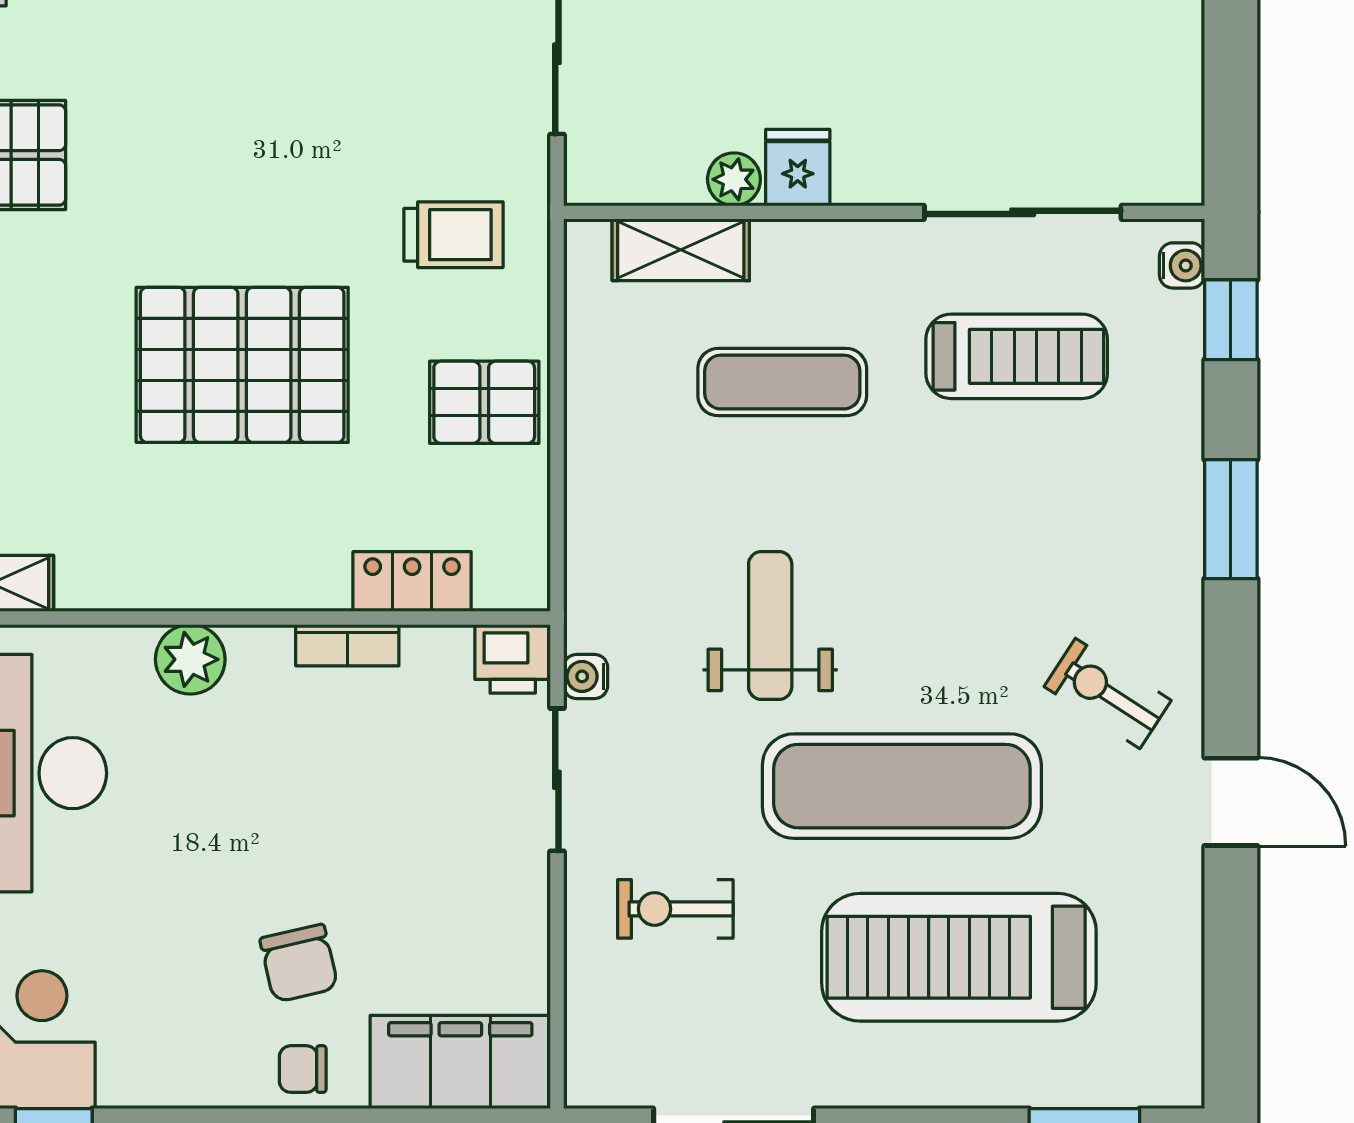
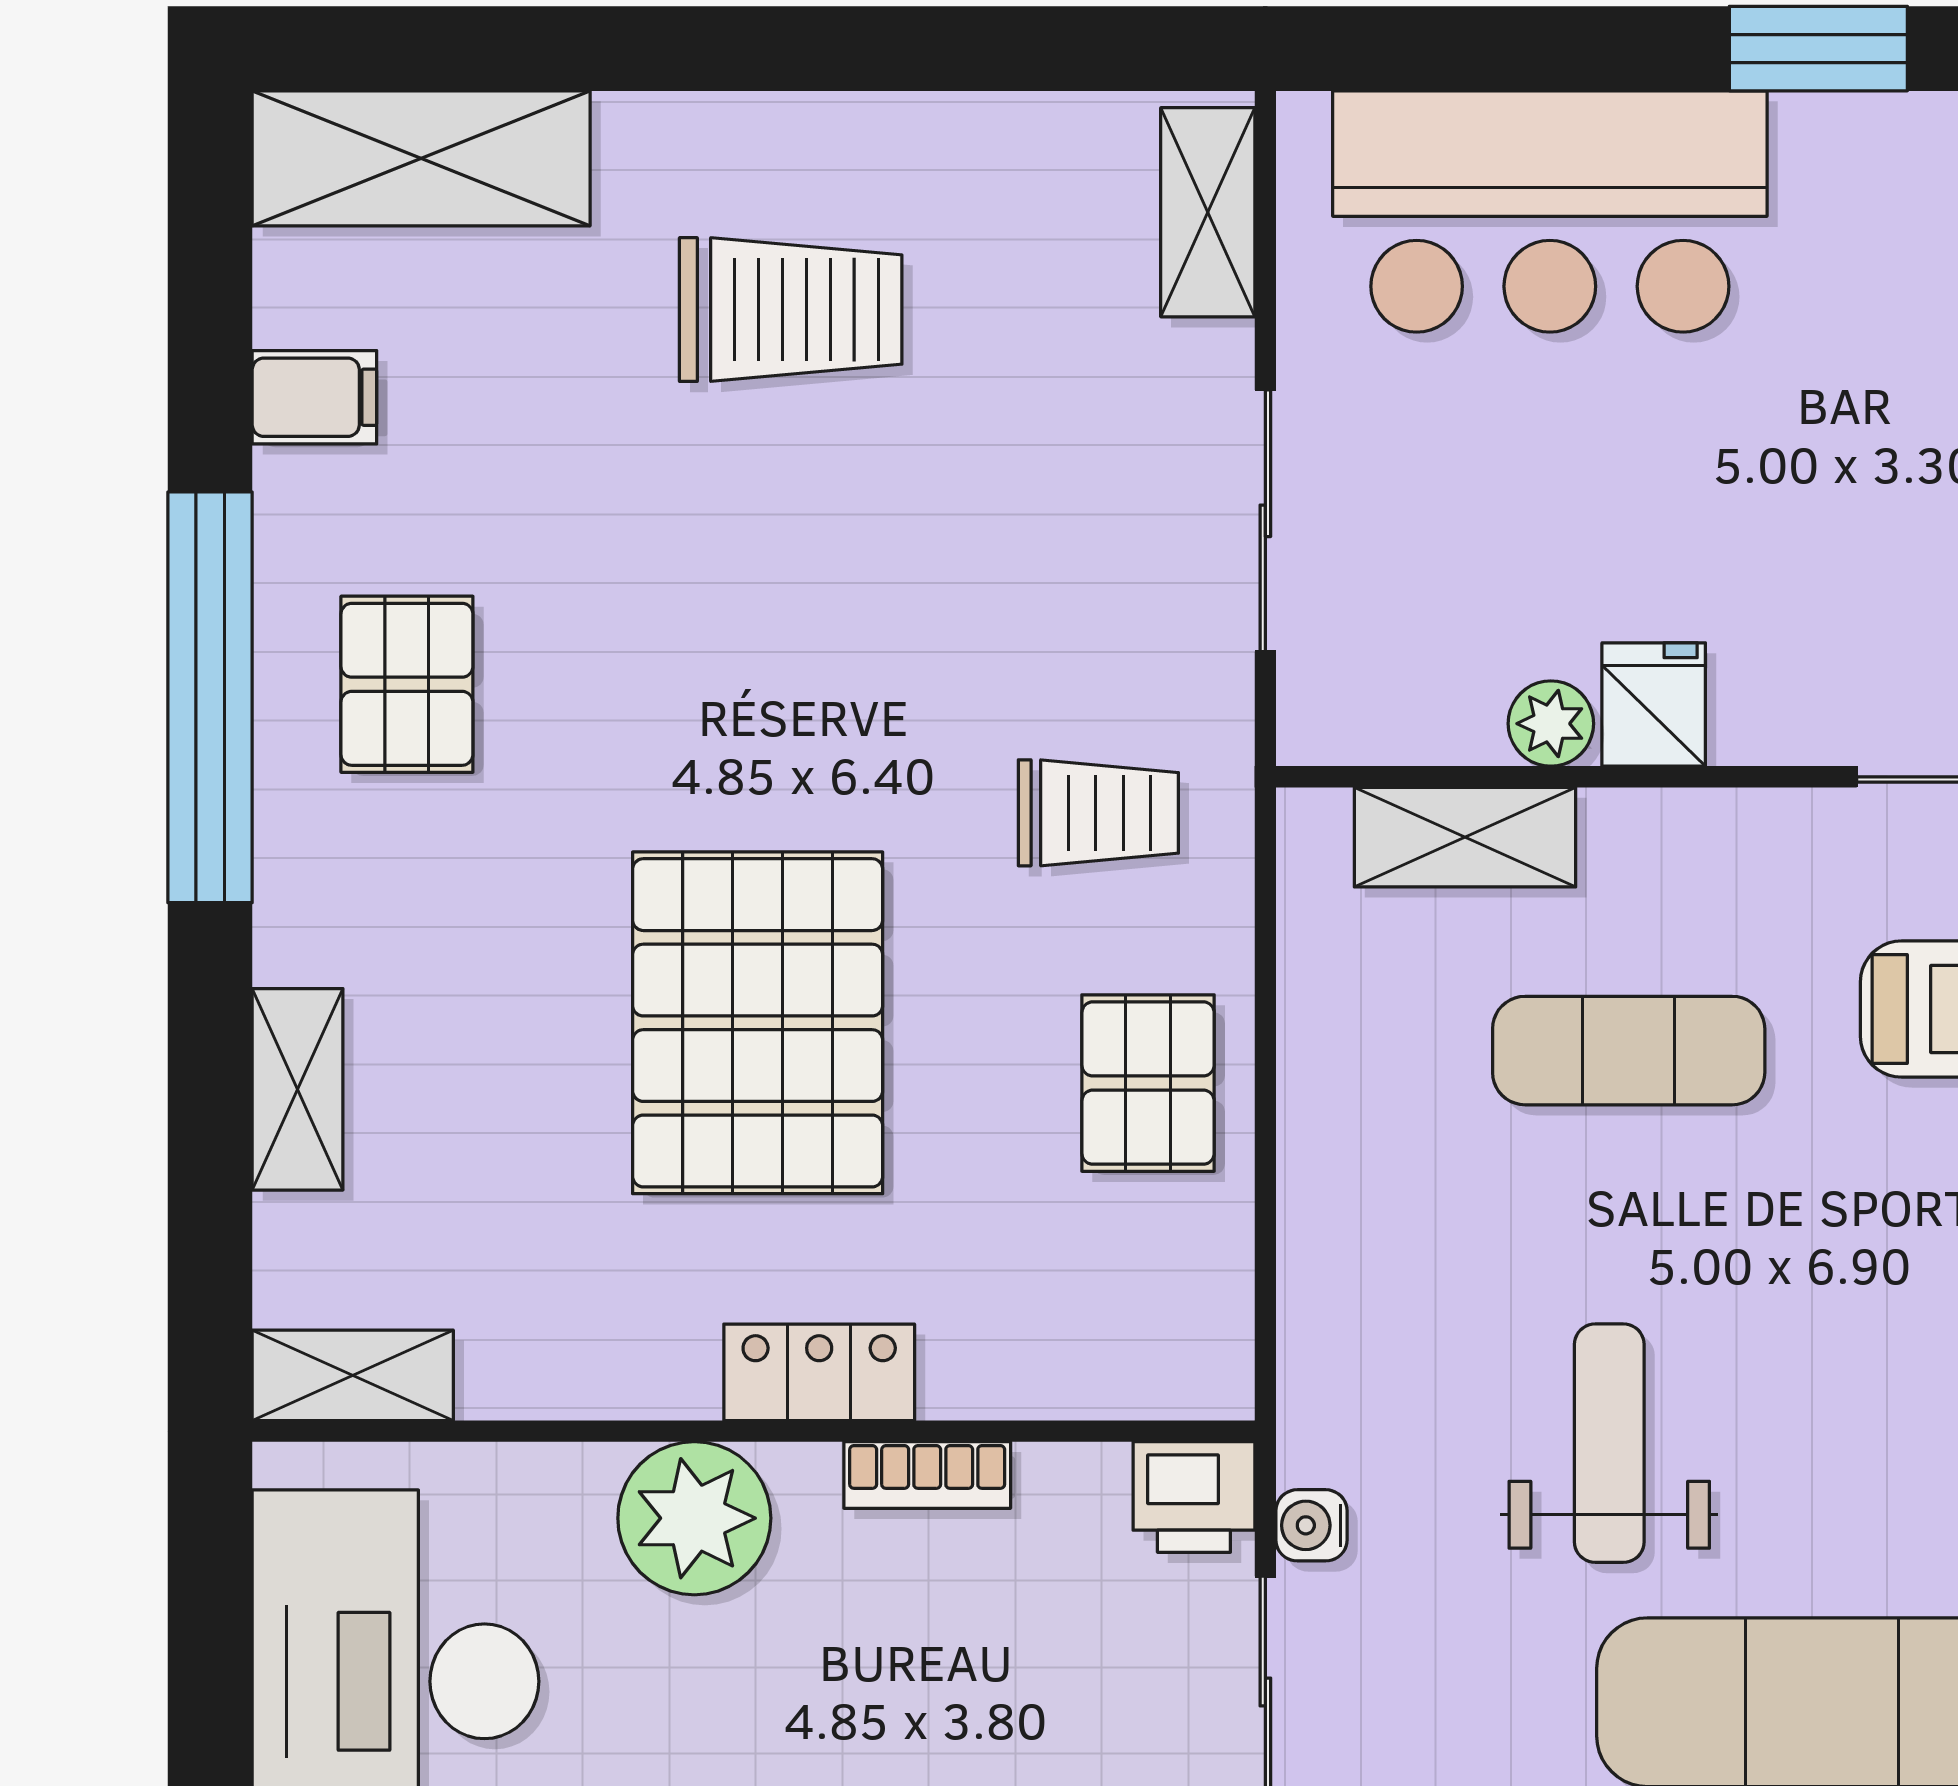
pallet: (242, 365) -> (758, 1023), turned 90
pallet: (484, 402) -> (1148, 1083), turned 90
locker: (412, 582) -> (819, 1372), moved
plant: (190, 659) -> (694, 1518), width x1.36, depth x1.36

